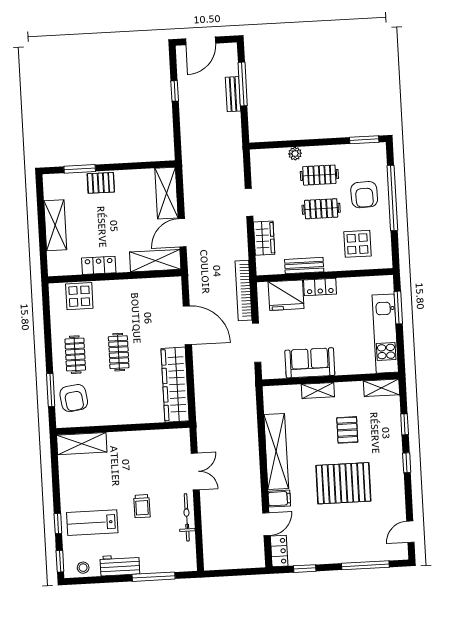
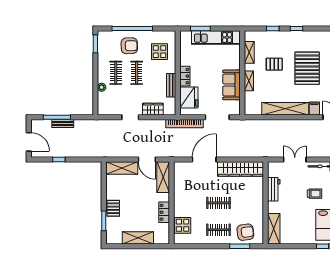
shelving: (381, 388) -> (249, 52), moved
workbench: (145, 440) -> (274, 189), added

